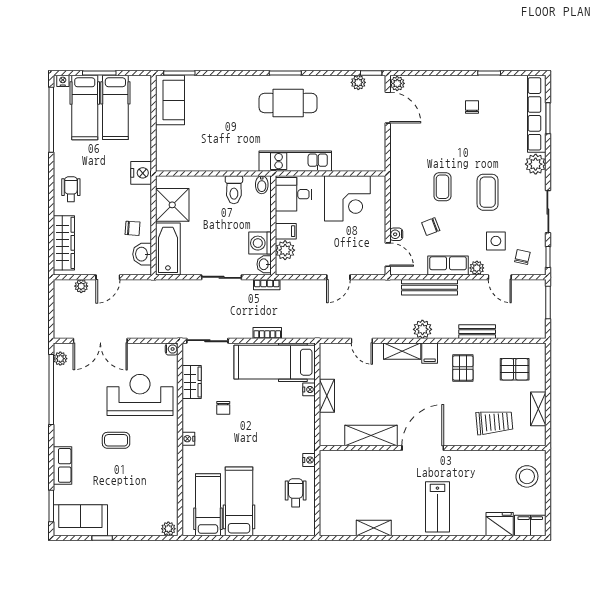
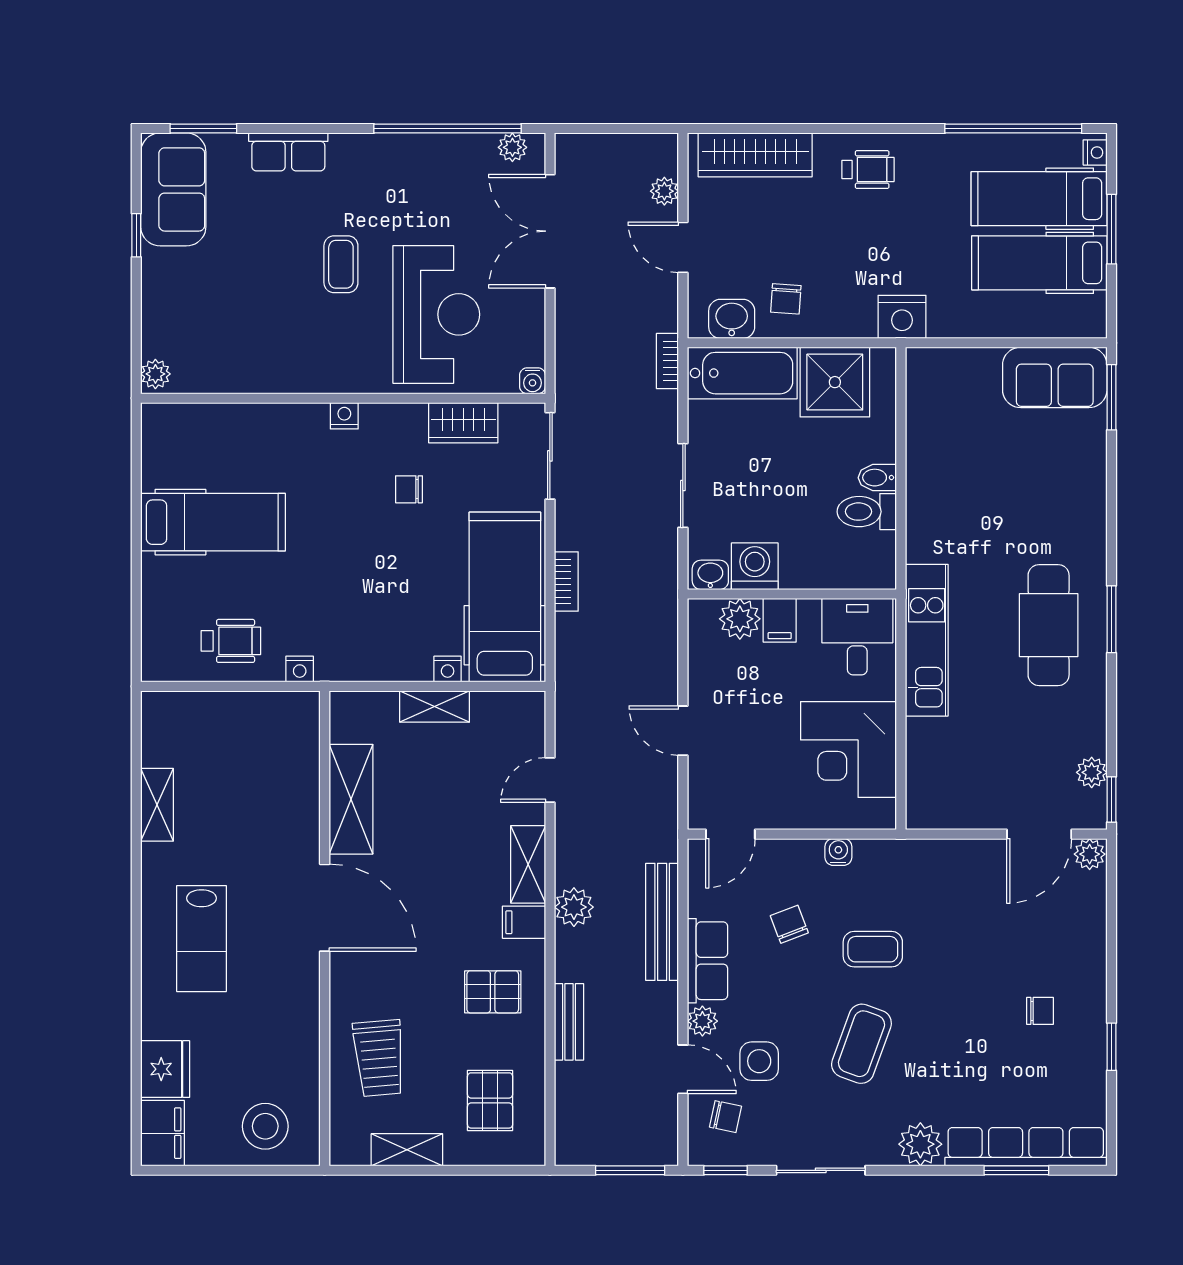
bidet: (262, 185) -> (877, 478), moved
coffee table: (488, 192) -> (861, 1044), turned -70
water cooler: (396, 234) -> (838, 852), moved
door: (500, 277) -> (683, 1069), swing flipped
bookcase: (267, 285) -> (667, 361), moved
hospital bed: (208, 505) -> (206, 457), removed
lab bench: (437, 507) -> (202, 939), turned -90

